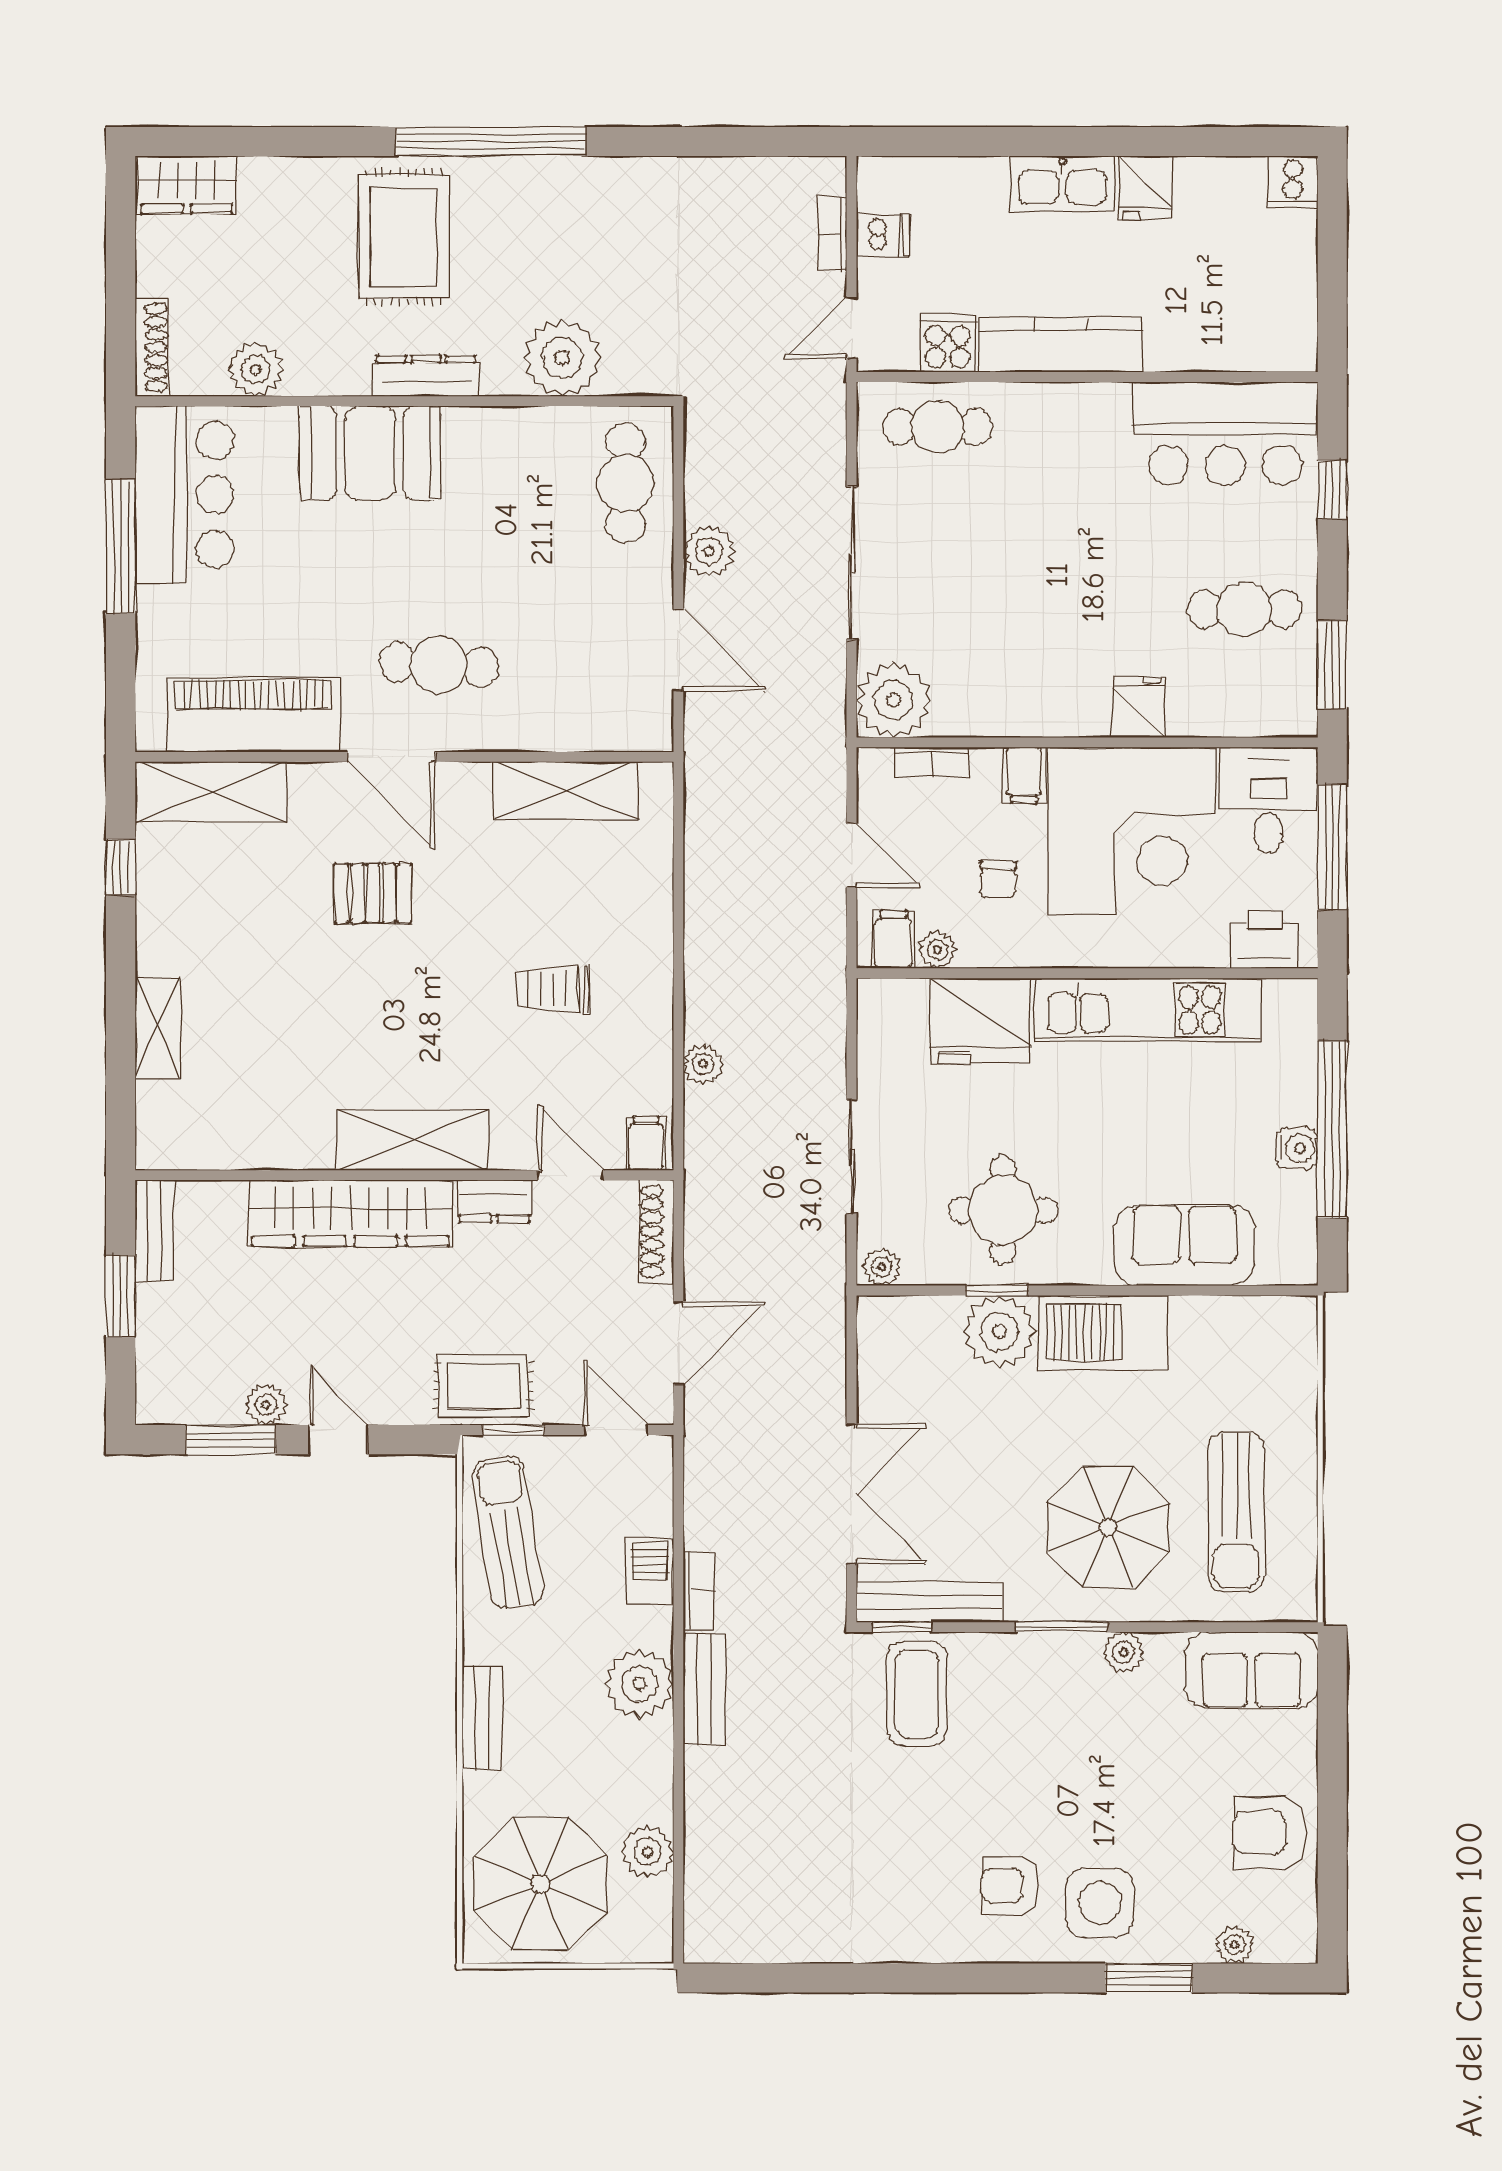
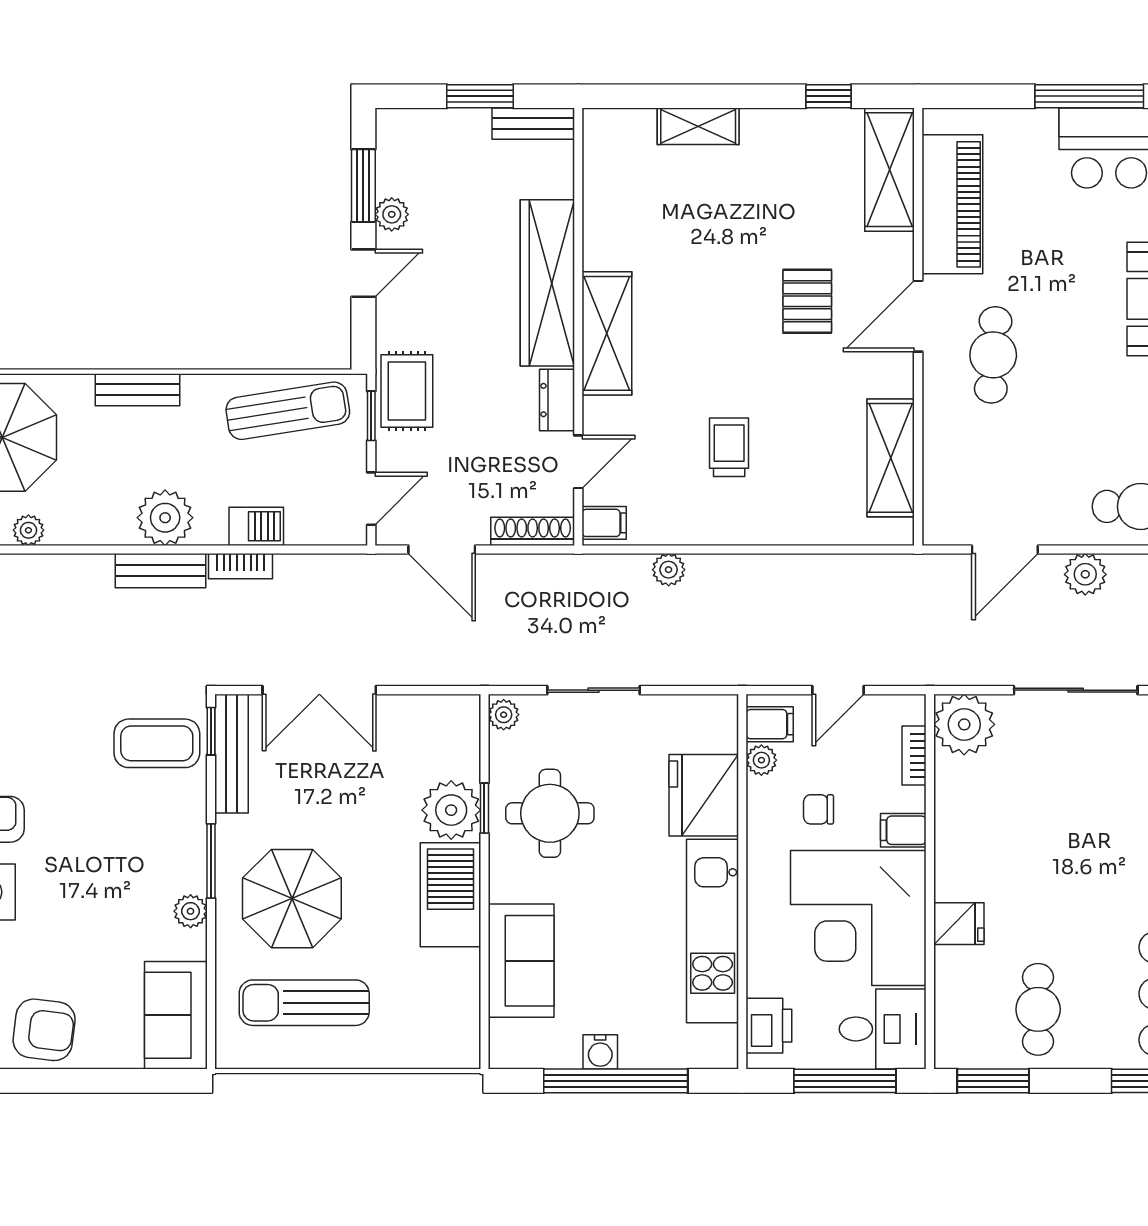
armchair: (1270, 1833) -> (44, 1030), turned 97
plant: (648, 1852) -> (28, 530), width x0.73, depth x0.73

